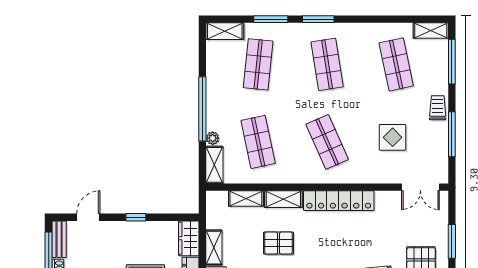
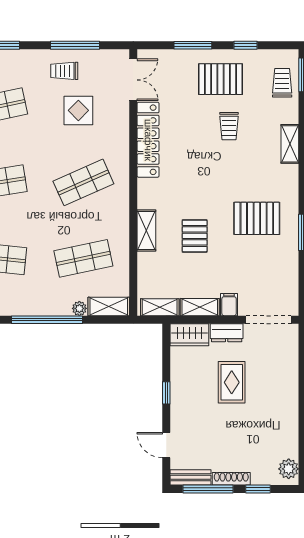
trolley: (438, 108) -> (64, 71), moved
shelving: (246, 199) -> (160, 307), moved, turned 90
locker: (339, 201) -> (148, 140), moved

